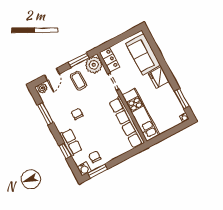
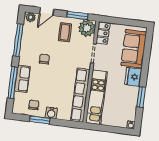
window: (182, 99) -> (141, 97), moved
window: (45, 114) -> (18, 40), width x1.44
window: (65, 151) -> (13, 83), width x2.17
water cooler: (84, 169) -> (51, 113), moved
window: (97, 171) -> (40, 120), moved

